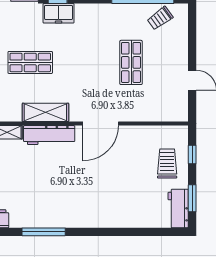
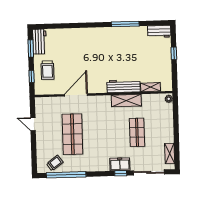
shop shelf: (30, 62) -> (137, 132), turned 90
shop shelf: (131, 62) -> (72, 134), width x1.43, depth x1.36
door: (101, 124) -> (76, 95), moved

